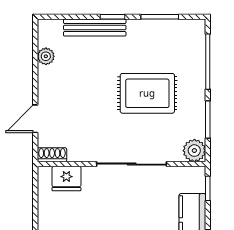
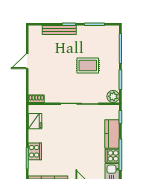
plant: (46, 56) -> (33, 46), removed
rug: (147, 93) -> (88, 66), width x0.73, depth x0.70
door: (35, 119) -> (27, 61), moved
fridge: (66, 179) -> (35, 121), moved, turned -90

